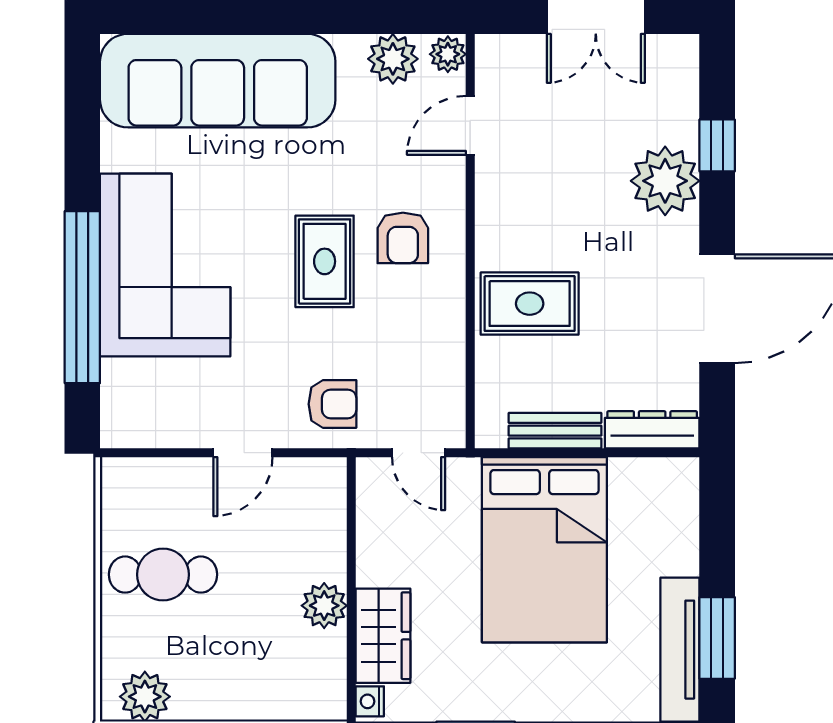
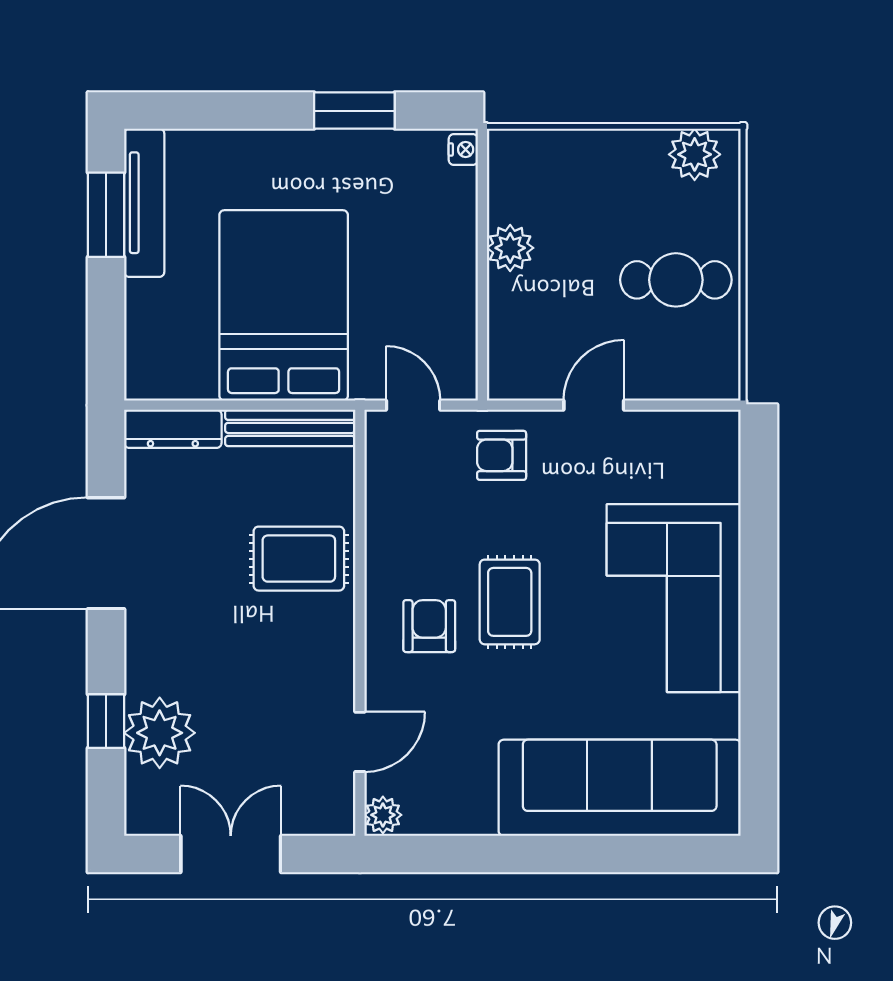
plant: (393, 59) -> (439, 810), removed
plant: (665, 181) -> (160, 733), moved
window: (82, 297) -> (759, 565), removed
bench: (555, 431) -> (290, 428), width x1.36
wardrobe: (383, 636) -> (450, 217), removed

